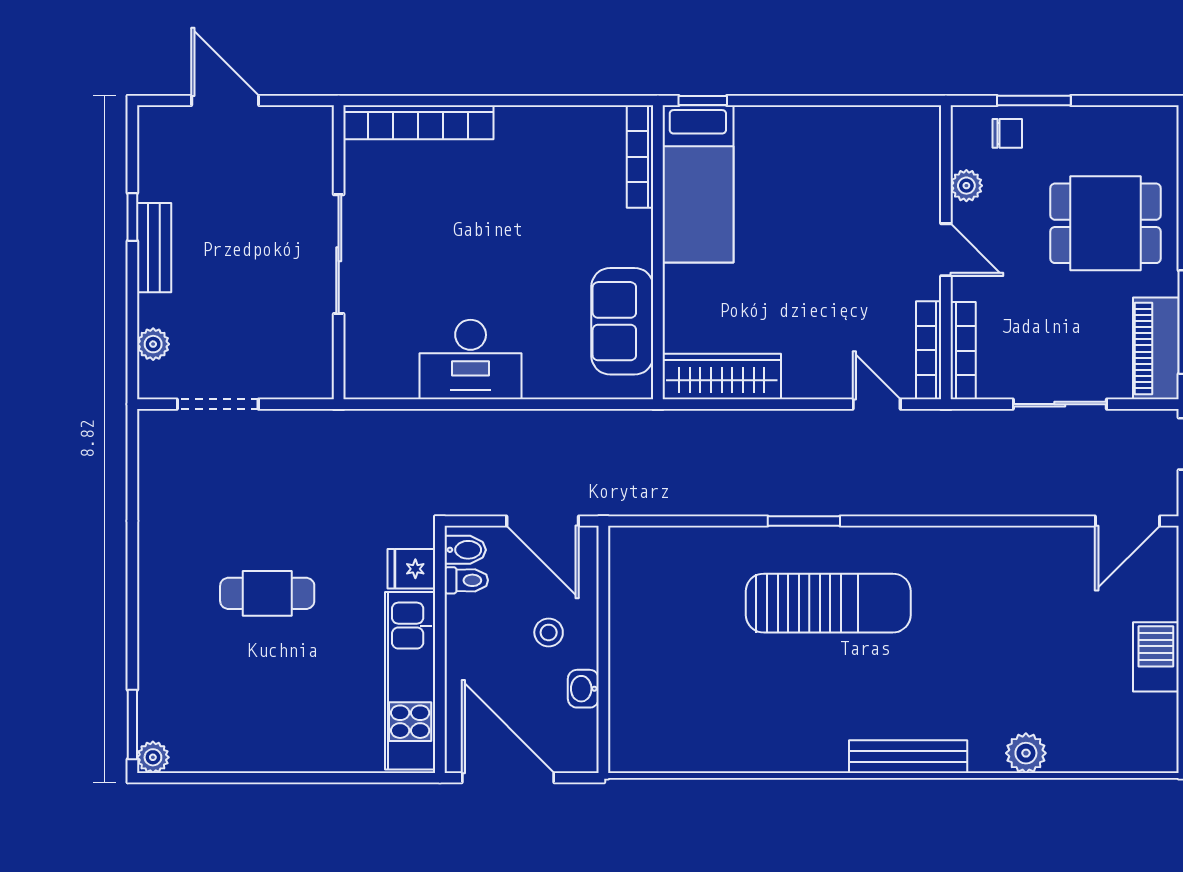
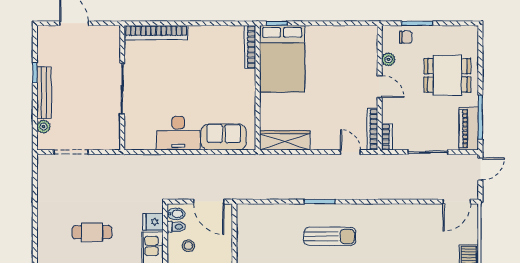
bed: (698, 184) -> (282, 59), width x1.50
bench: (154, 248) -> (44, 93), width x1.36
sofa: (622, 321) -> (224, 137), moved, turned 90
bookcase: (963, 351) -> (387, 137), width x0.64
sun lounger: (828, 603) -> (330, 236), width x0.73, depth x0.75
stool: (549, 632) -> (188, 246), moved

